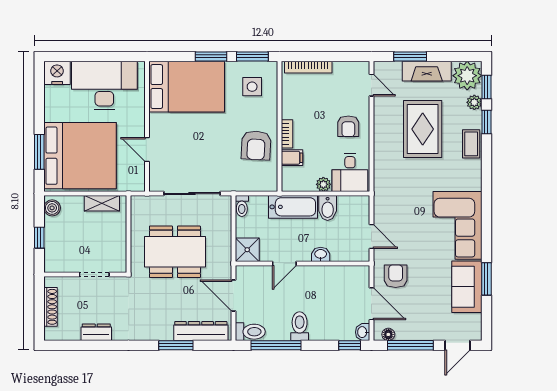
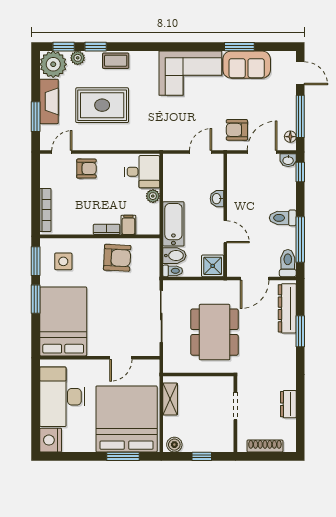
armchair: (348, 126) -> (86, 169), moved
bidet: (328, 208) -> (174, 256), moved

